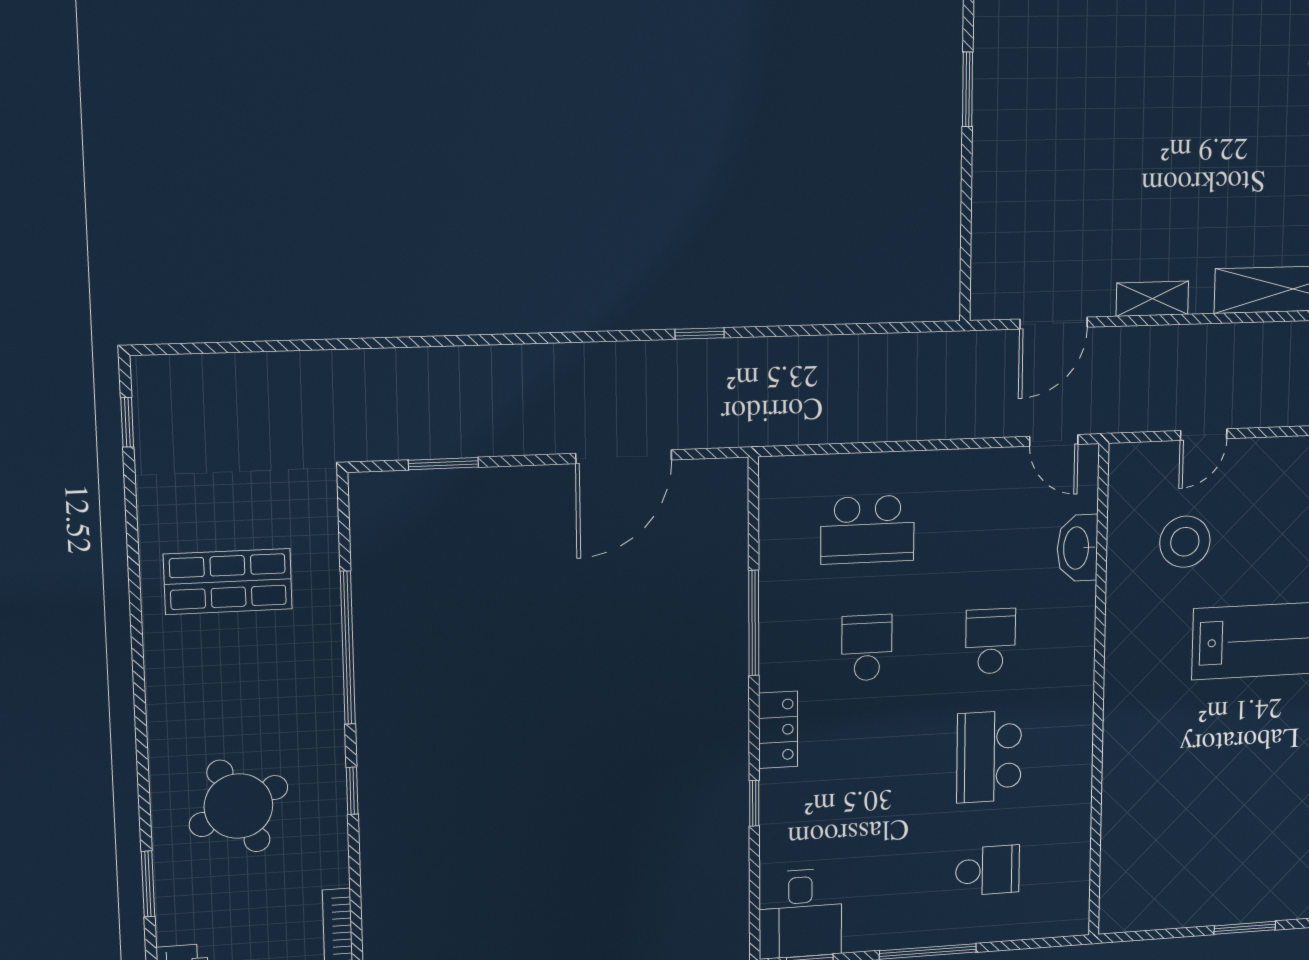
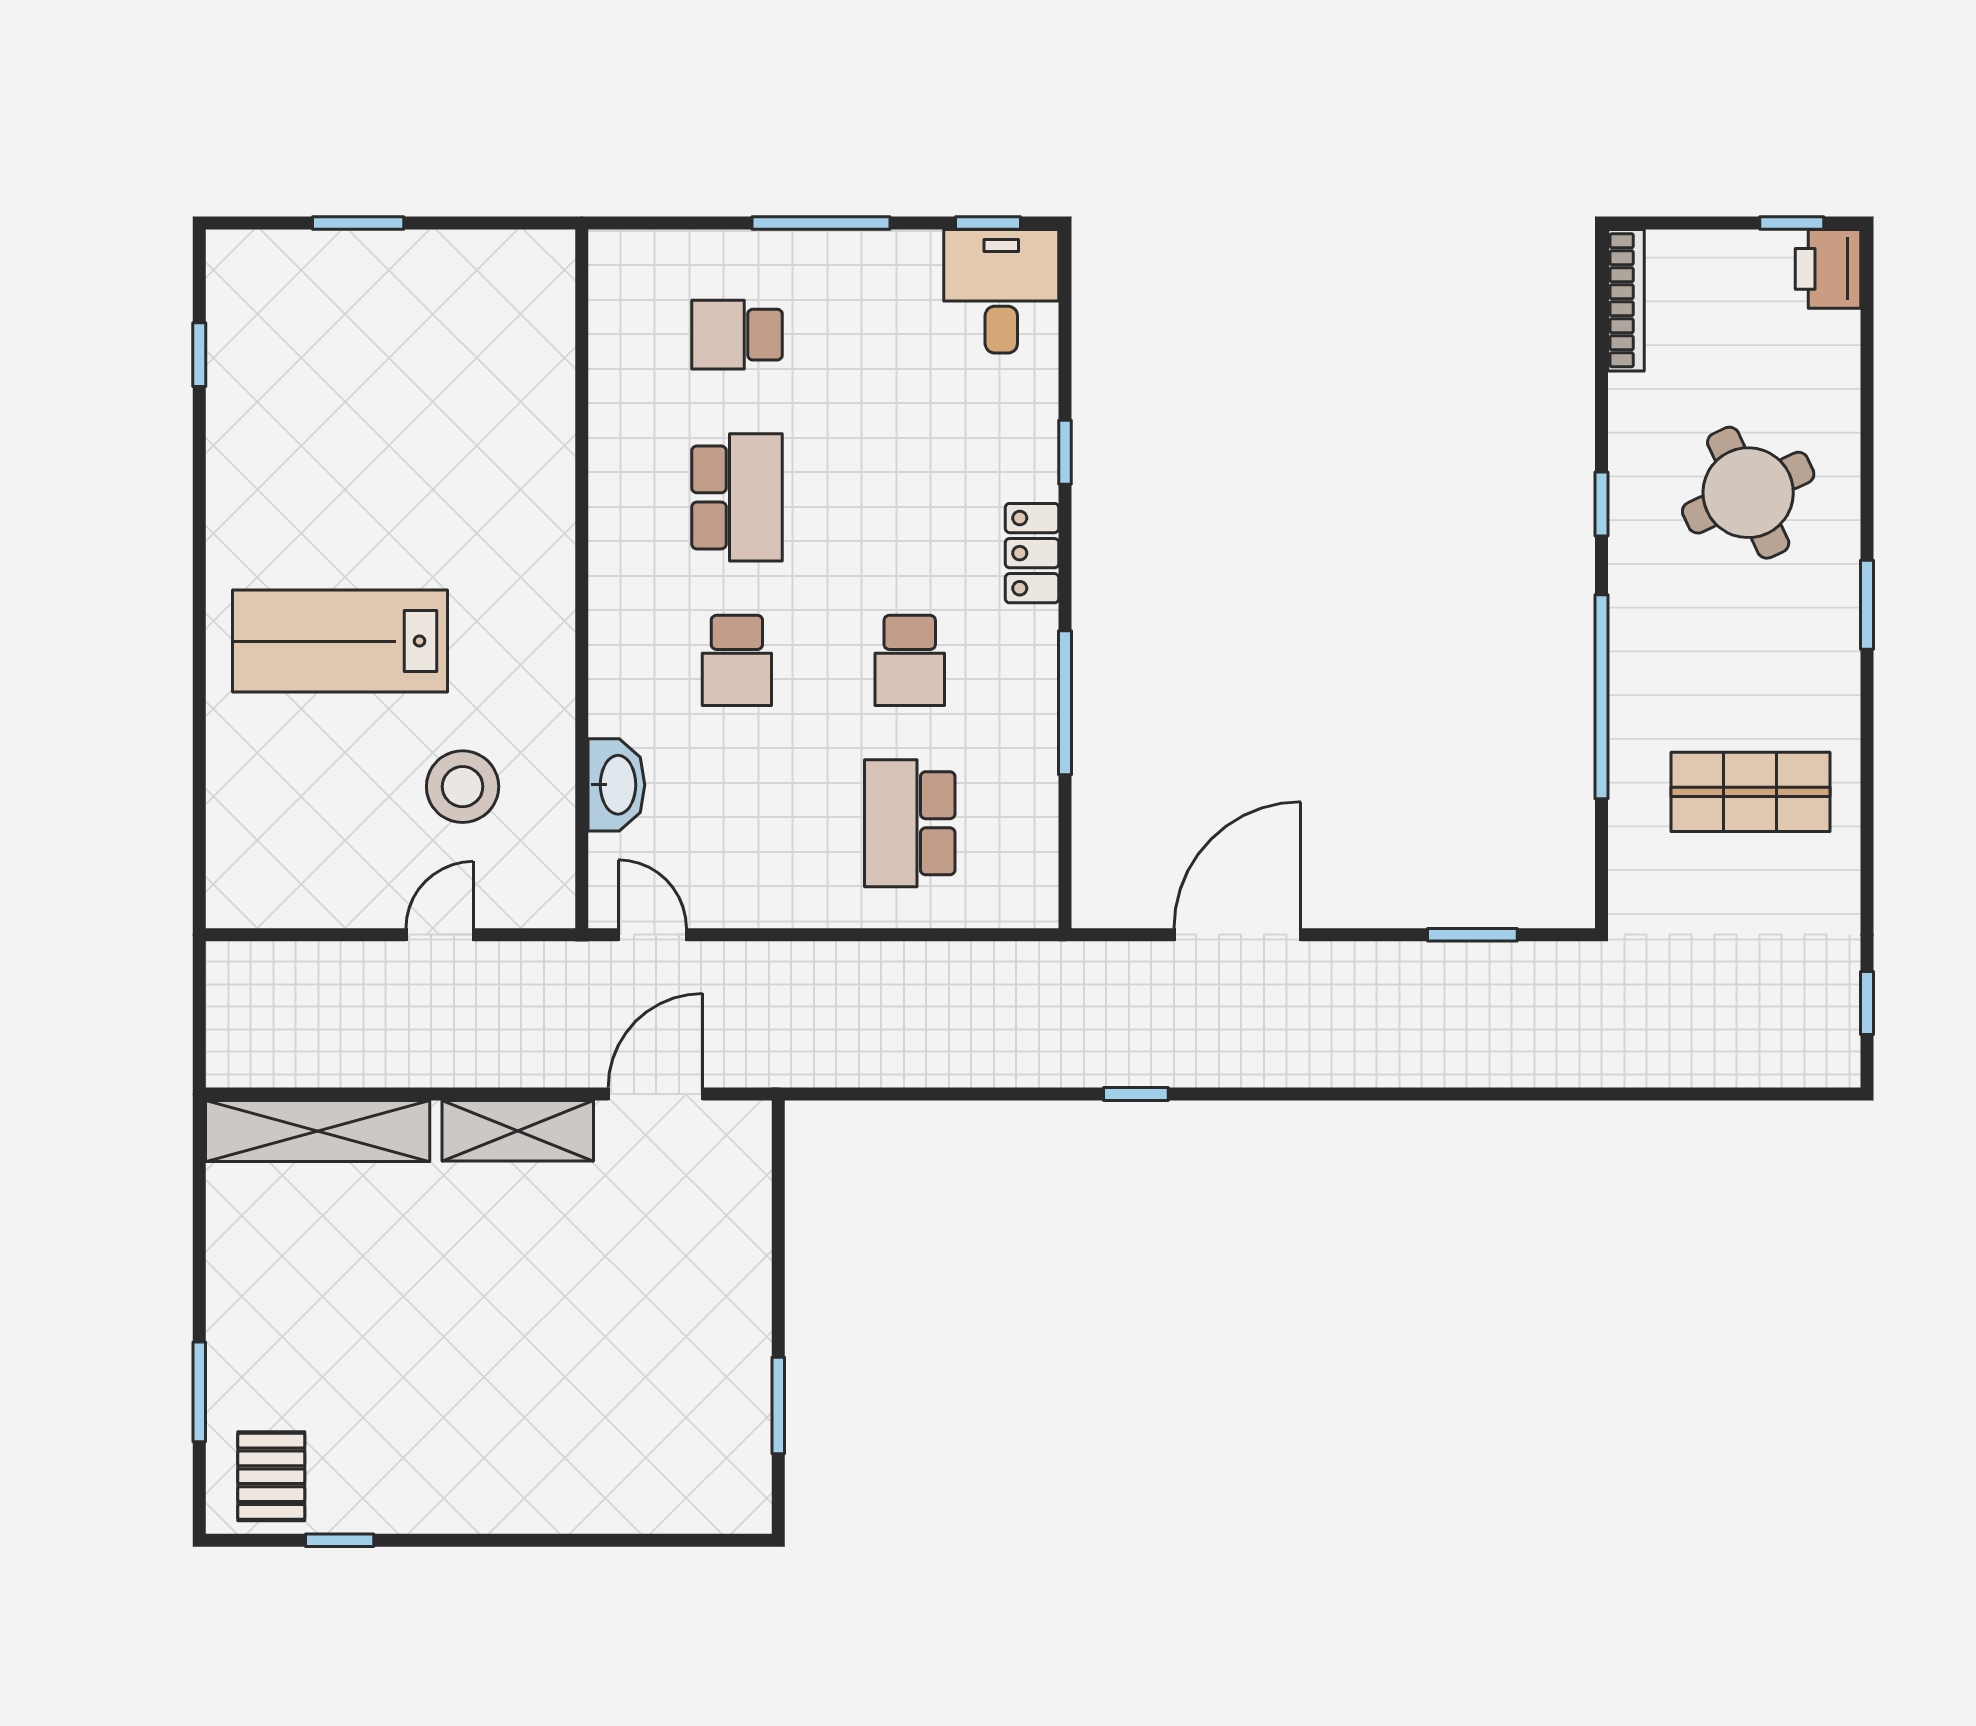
shelving: (1152, 299) -> (518, 1131), width x1.50, depth x1.33
school desk: (867, 530) -> (910, 823), turned -90
window: (148, 884) -> (1867, 605), moved

